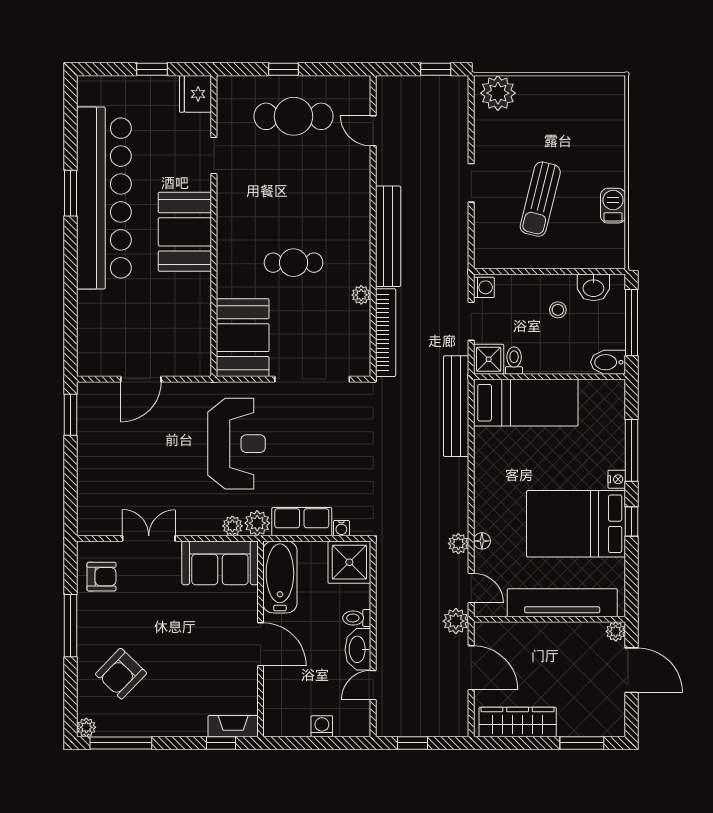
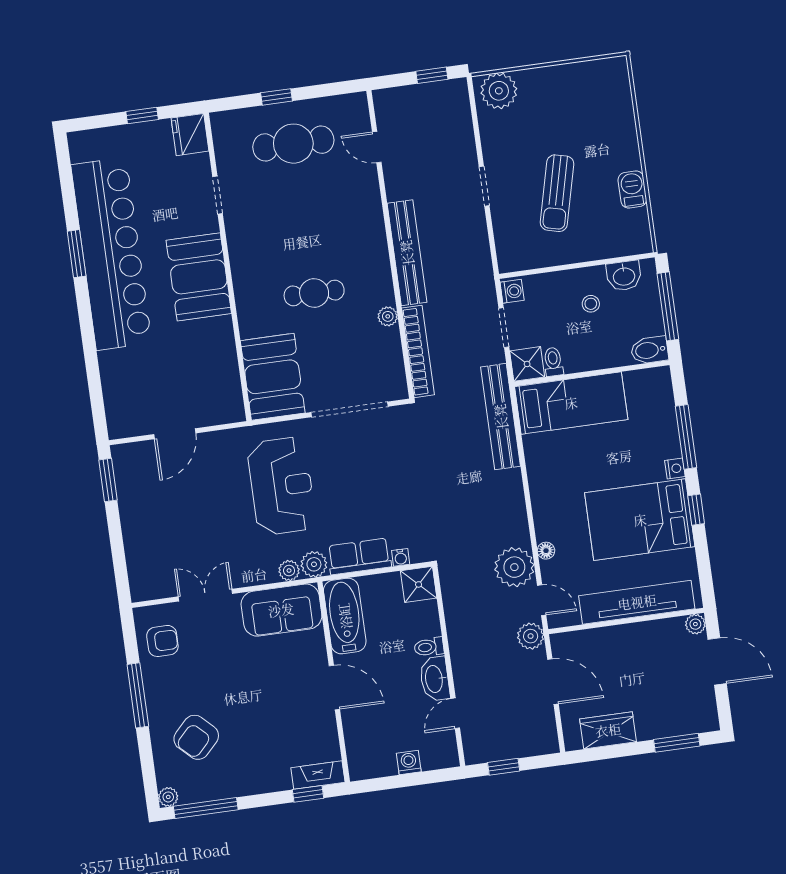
plant: (458, 544) -> (514, 567), width x1.87, depth x1.87
shower: (349, 562) -> (419, 584), width x0.73, depth x0.73
wardrobe: (518, 722) -> (608, 730), width x0.67

